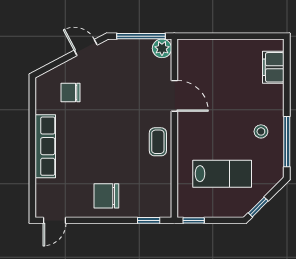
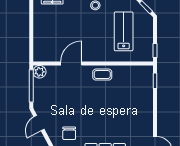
chair: (106, 196) -> (139, 109), removed

